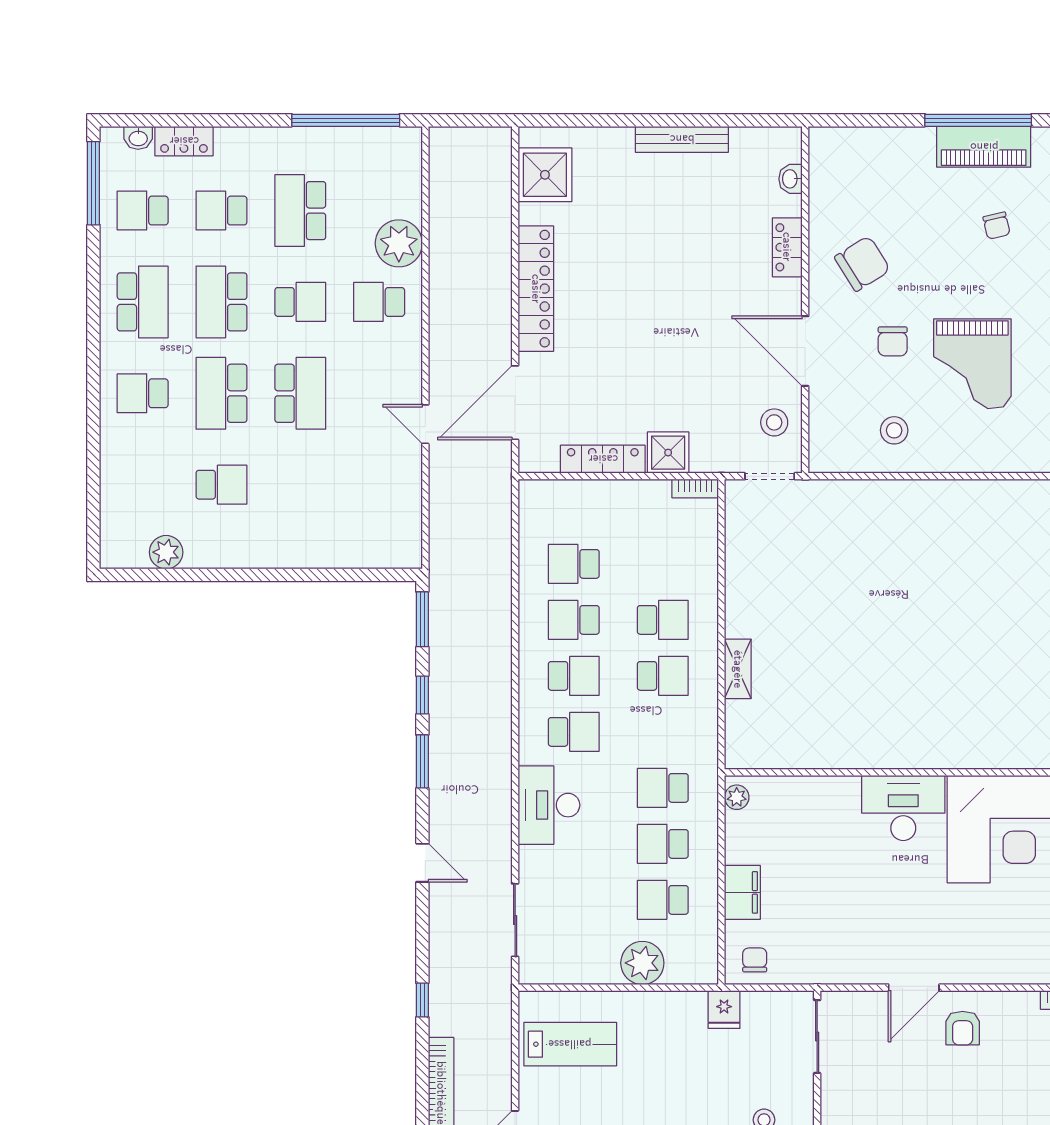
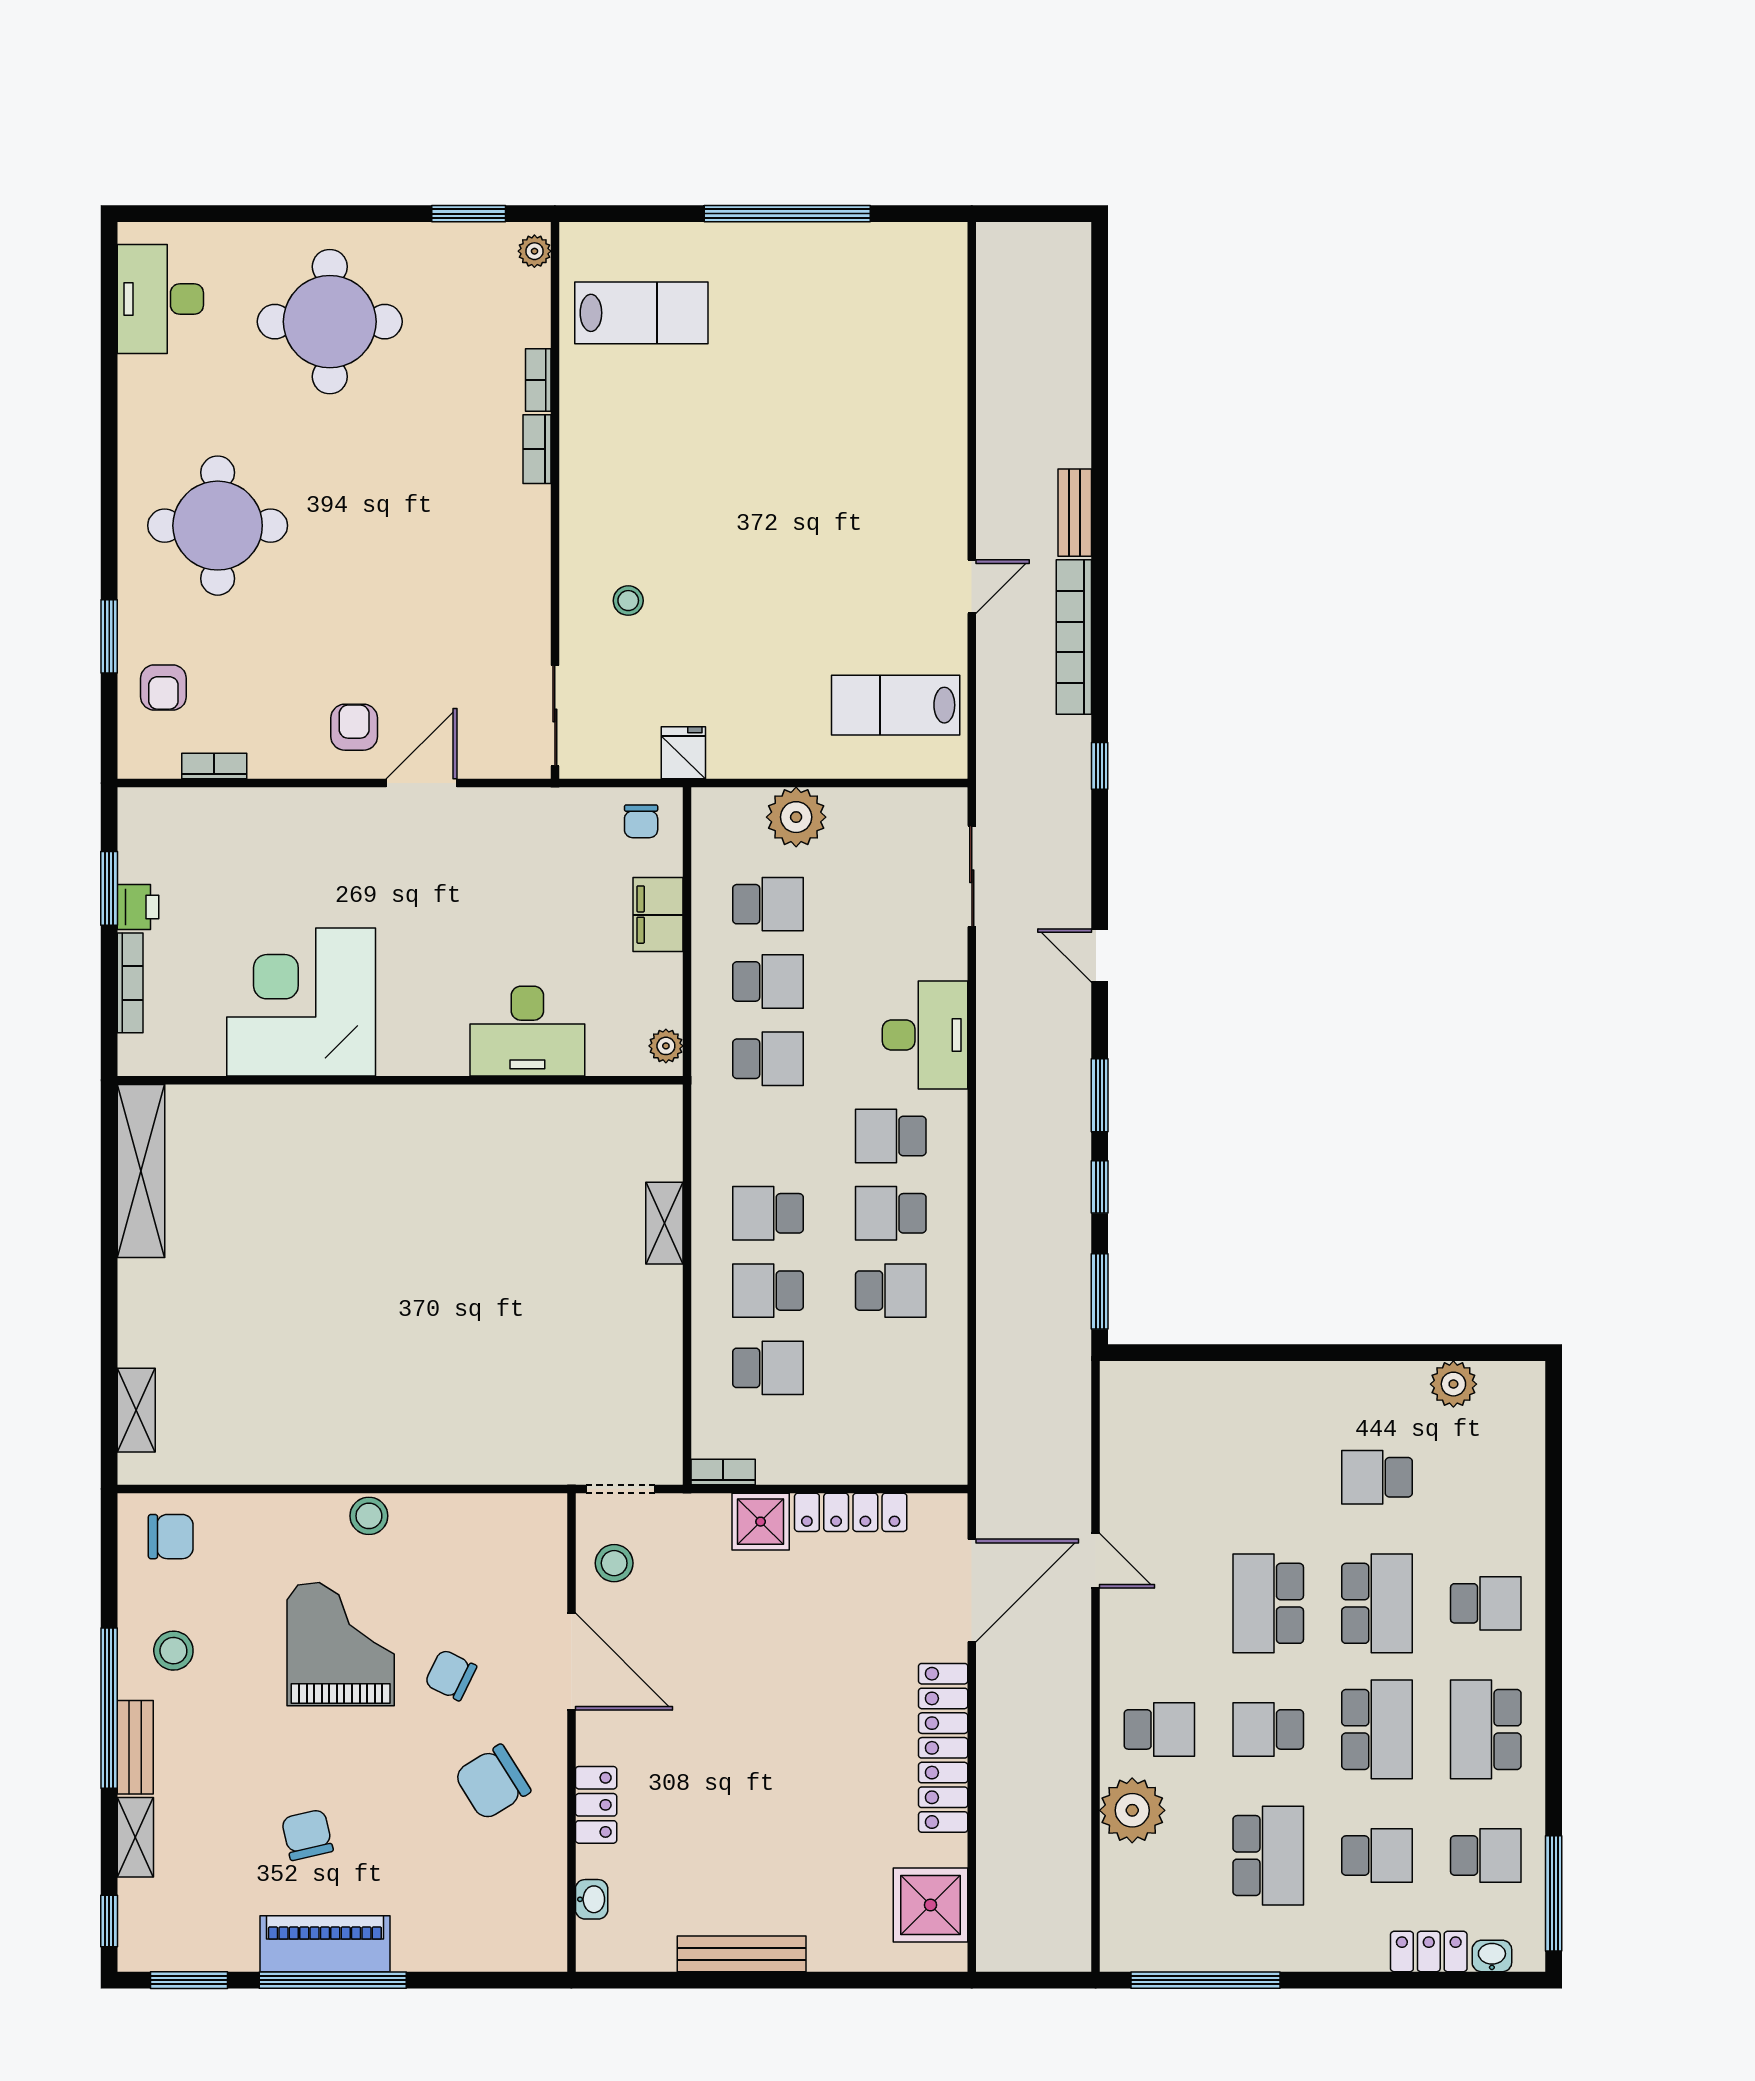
chair: (997, 226) -> (307, 1835), width x1.37, depth x1.37
chair: (893, 341) -> (451, 1675), turned -64
stool: (894, 430) -> (369, 1516), moved
school desk: (574, 564) -> (768, 1368), moved
desk: (903, 808) -> (527, 1031), moved

